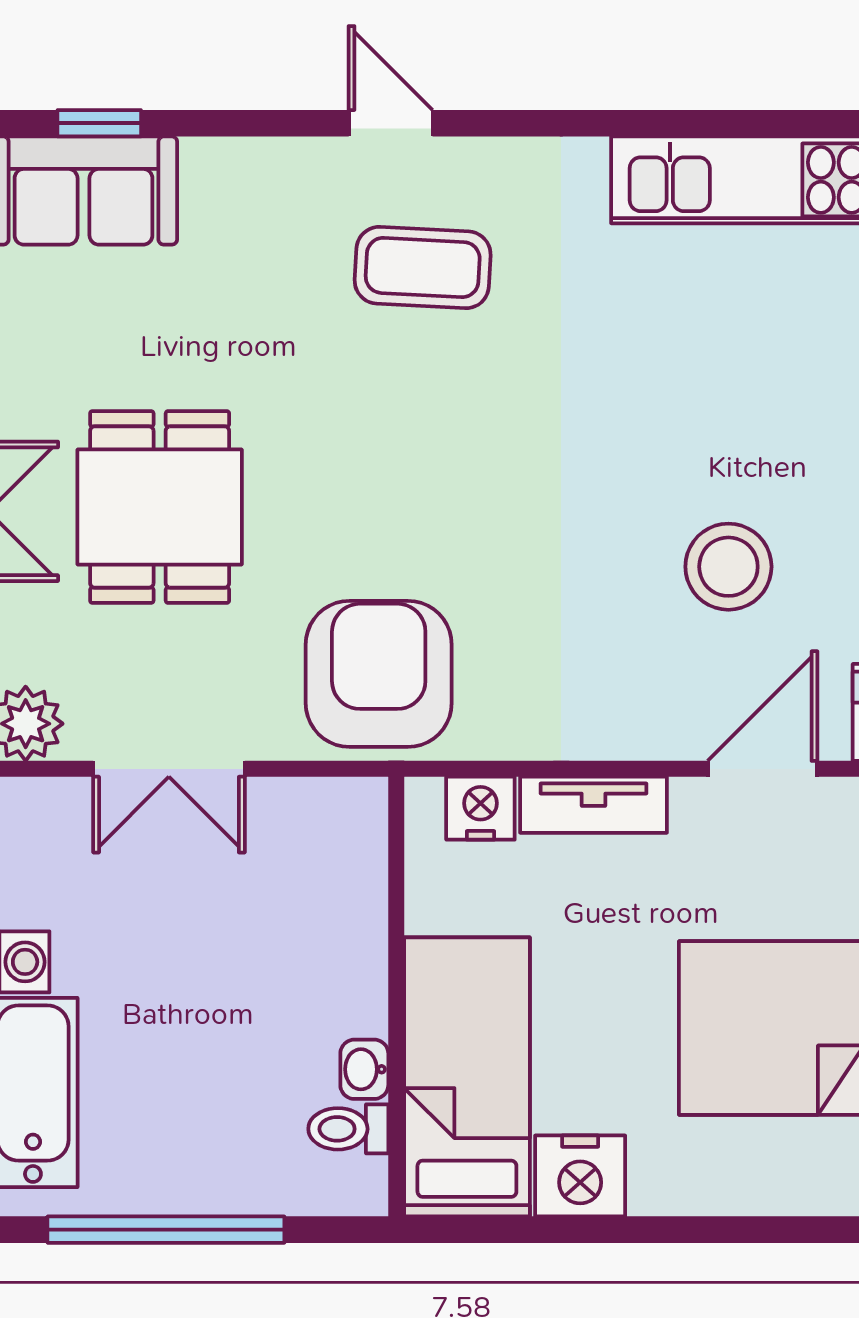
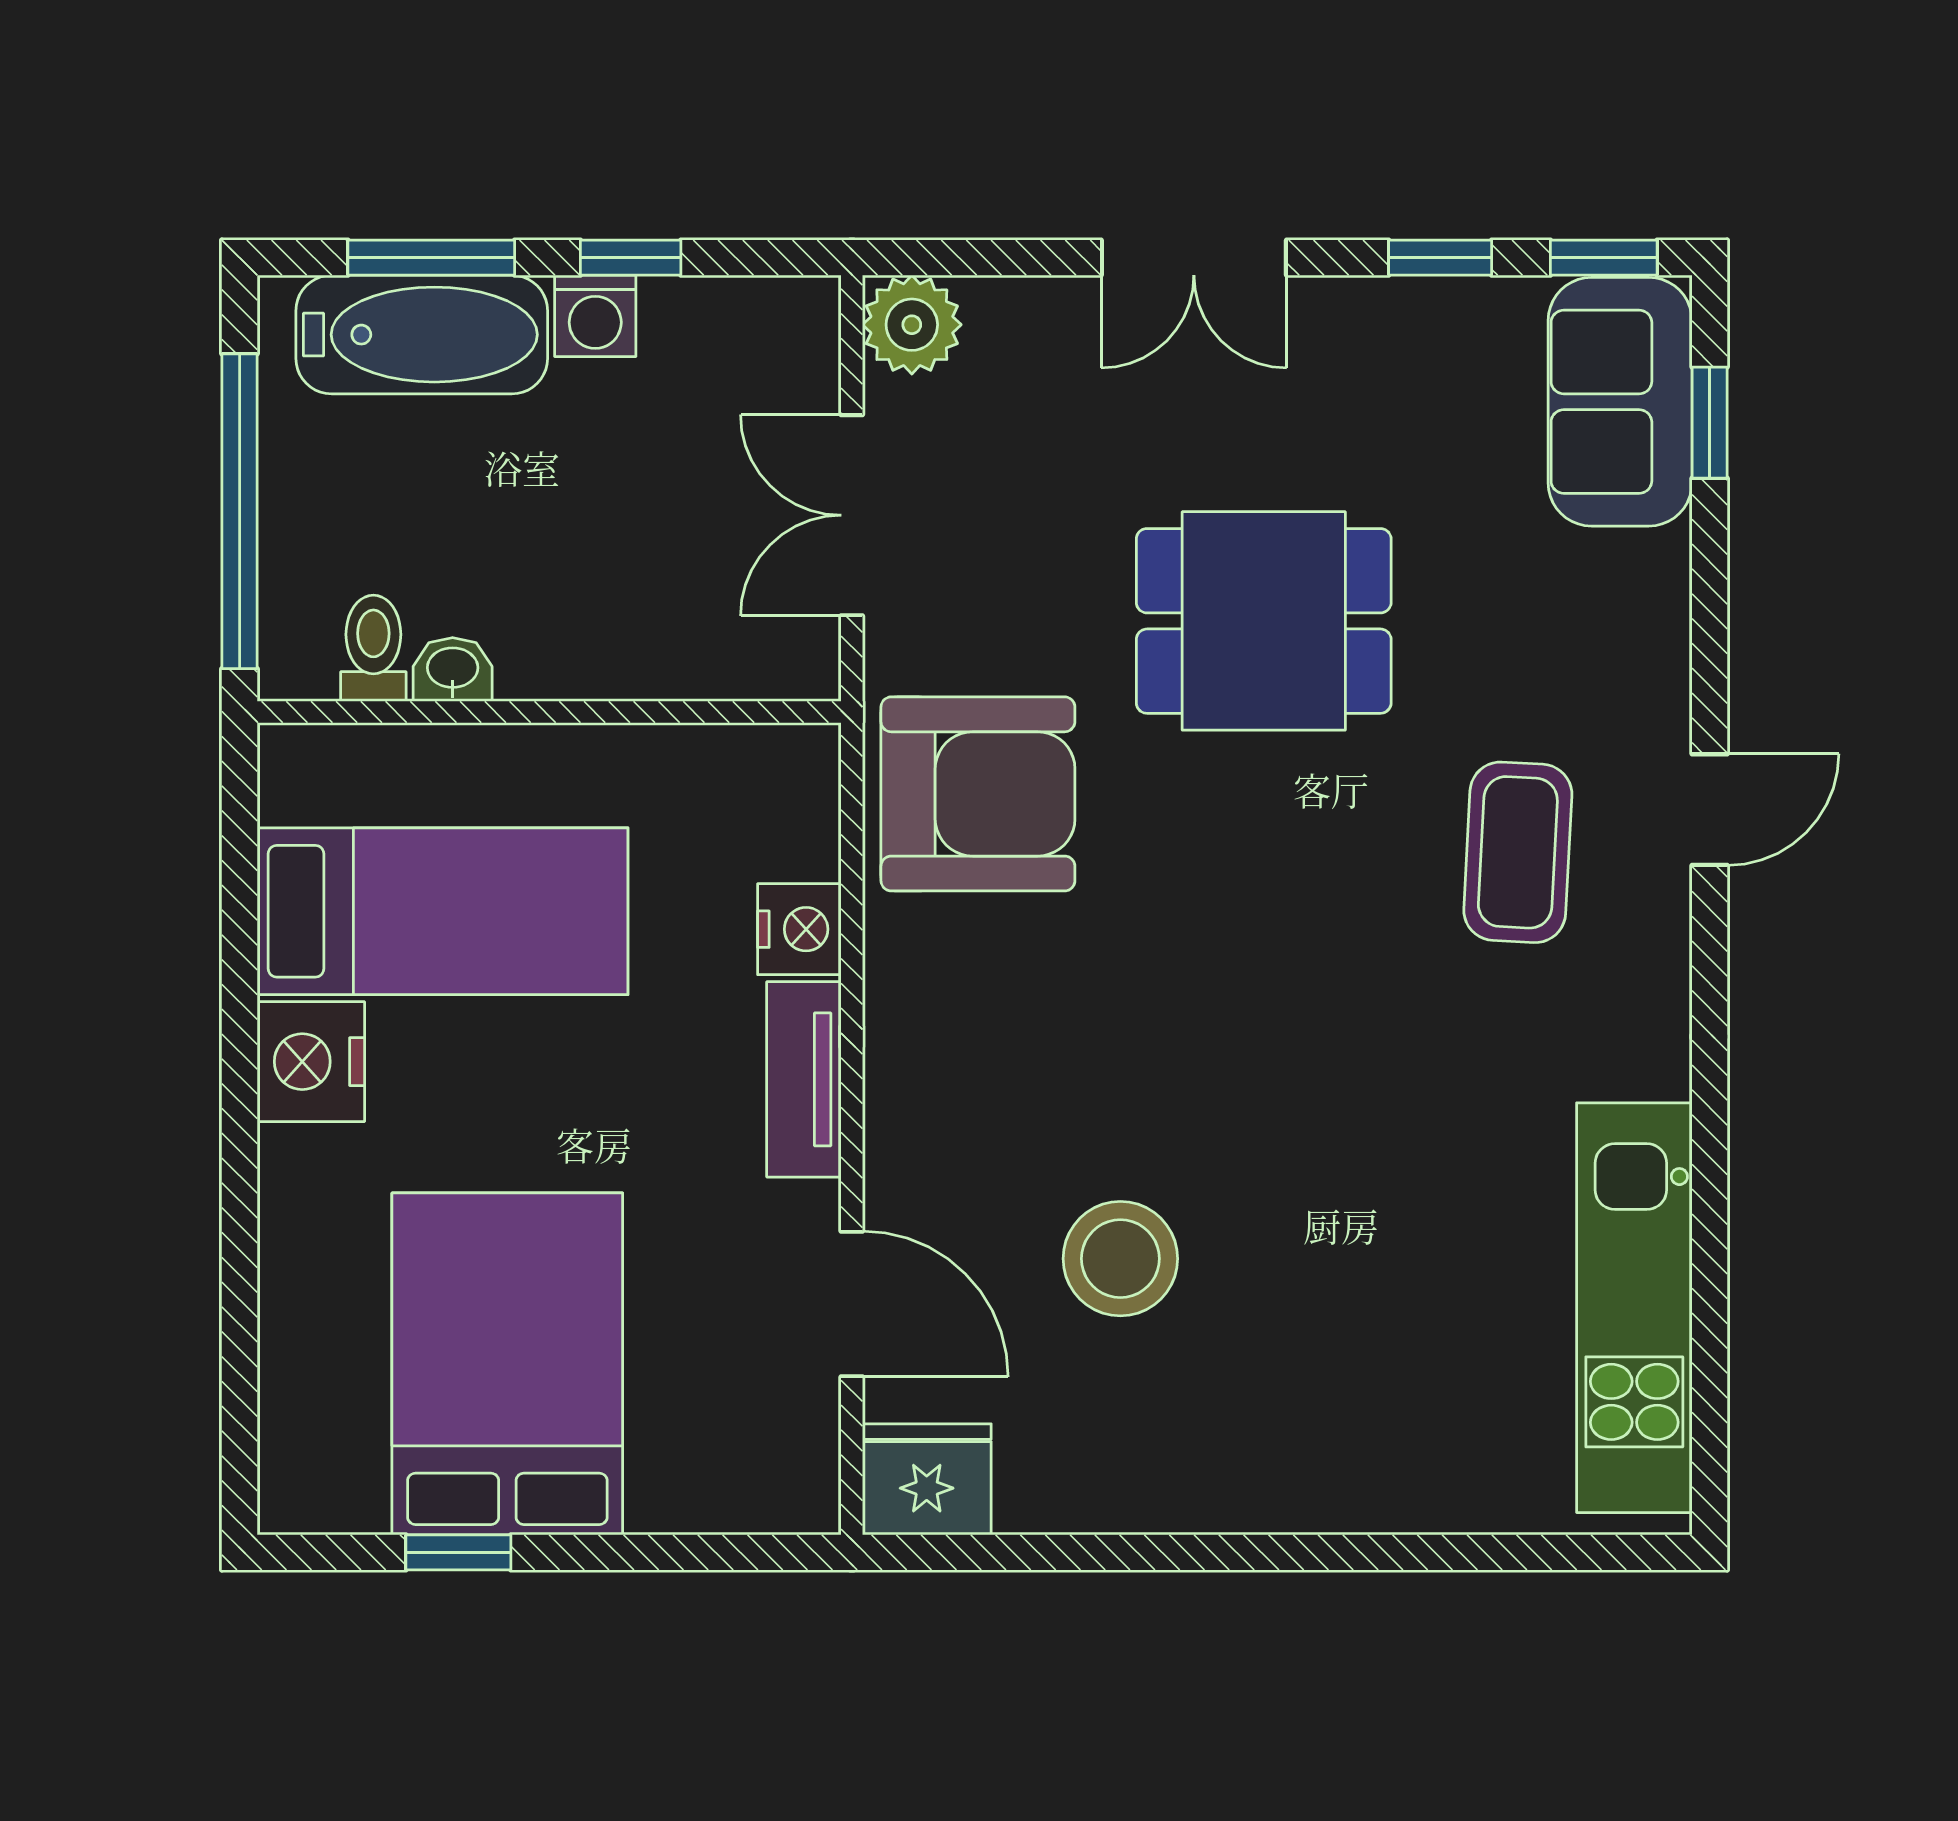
dining table: (160, 507) -> (1264, 621), moved
wall: (396, 997) -> (549, 712), moved
washbasin: (364, 1069) -> (453, 670), moved
toilet: (348, 1129) -> (373, 648), moved

